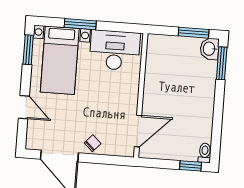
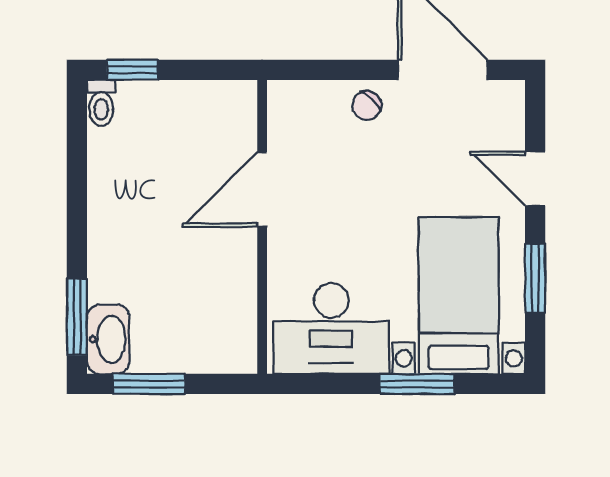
washbasin: (210, 49) -> (108, 339), width x1.38
window: (28, 50) -> (535, 278), moved
door: (138, 131) -> (262, 189), moved

